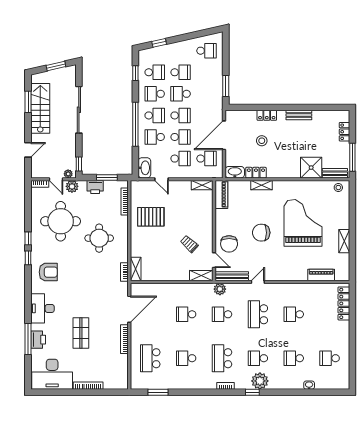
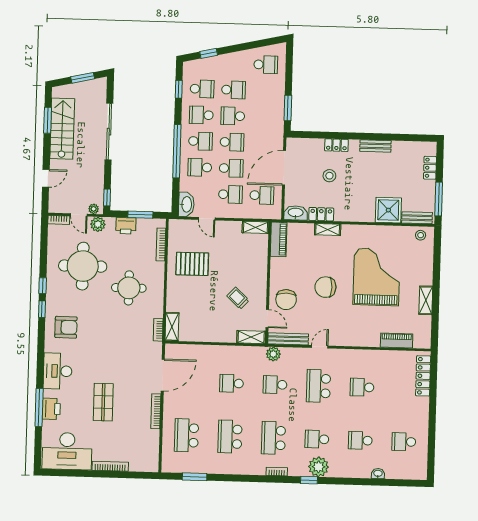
school desk: (186, 358) -> (230, 437), width x1.85

